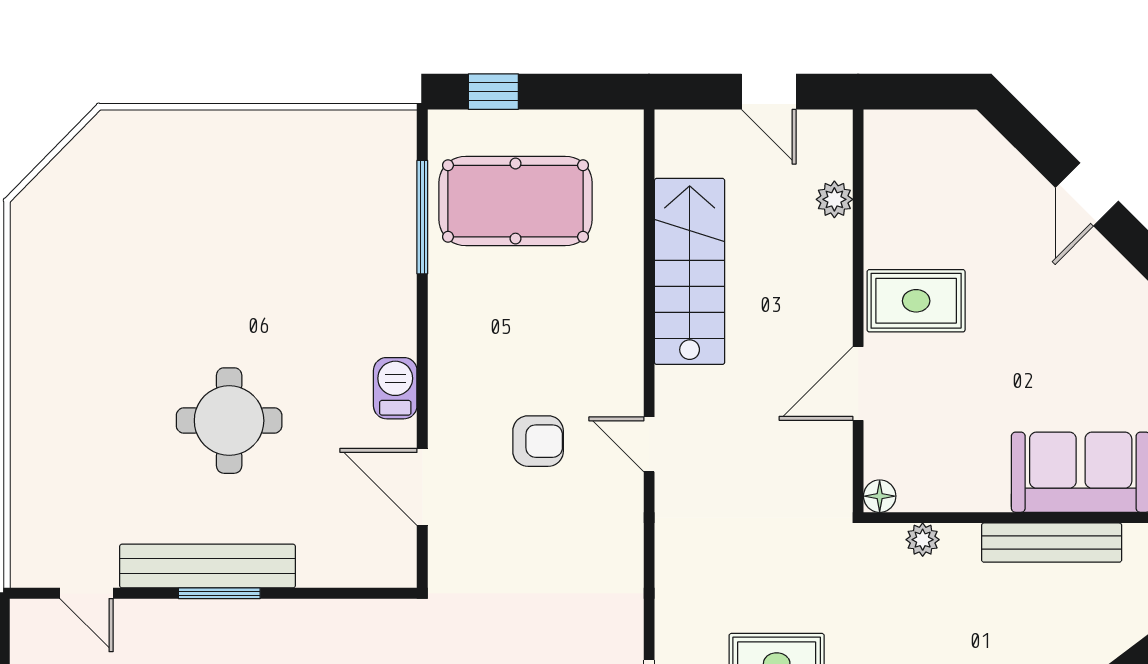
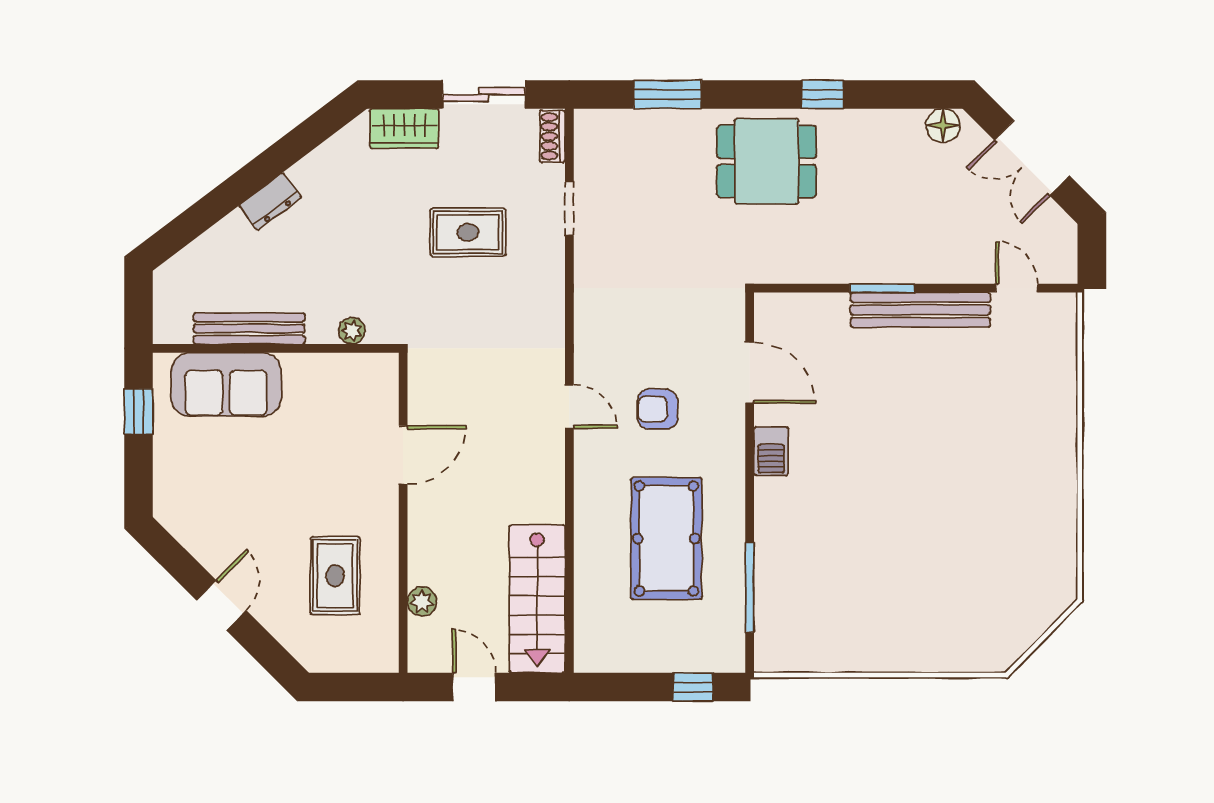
pool table: (516, 201) -> (666, 539), moved, turned 90
stairs: (690, 271) -> (537, 599), moved
rug: (916, 301) -> (335, 576), moved, turned 90
round table: (229, 421) -> (903, 426), removed
floor lamp: (880, 496) -> (386, 365), removed
window: (219, 593) -> (882, 288), moved

